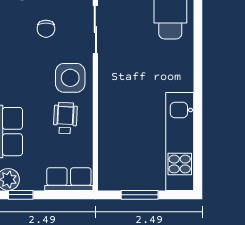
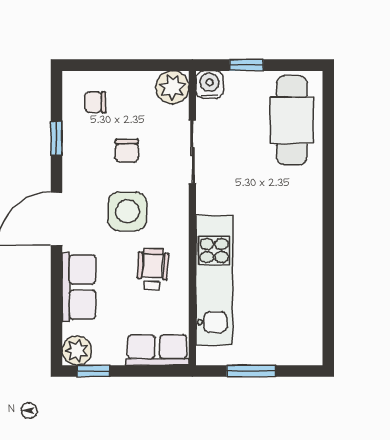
side table: (70, 78) -> (127, 211), moved
kitchen unit: (180, 141) -> (214, 280), moved, turned 180

